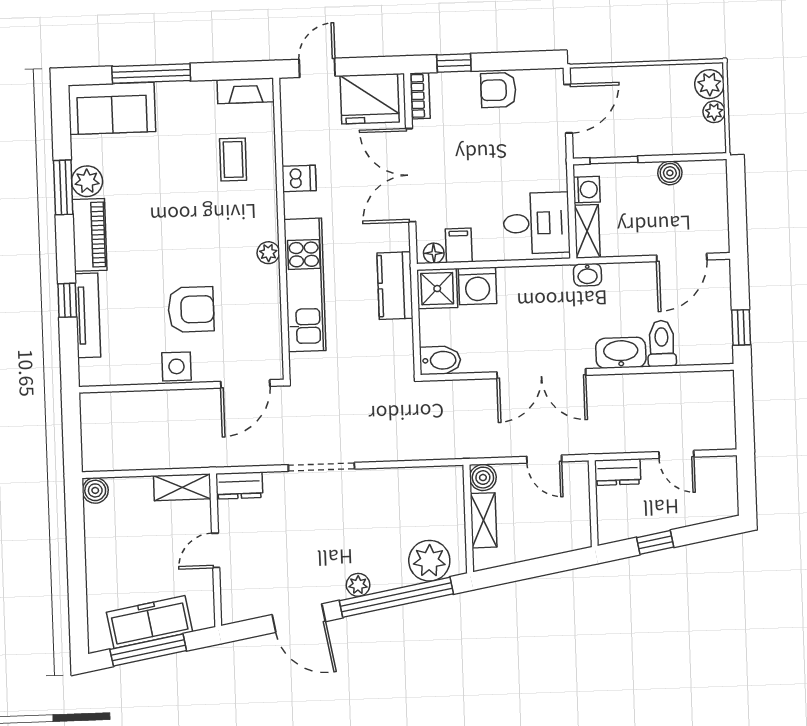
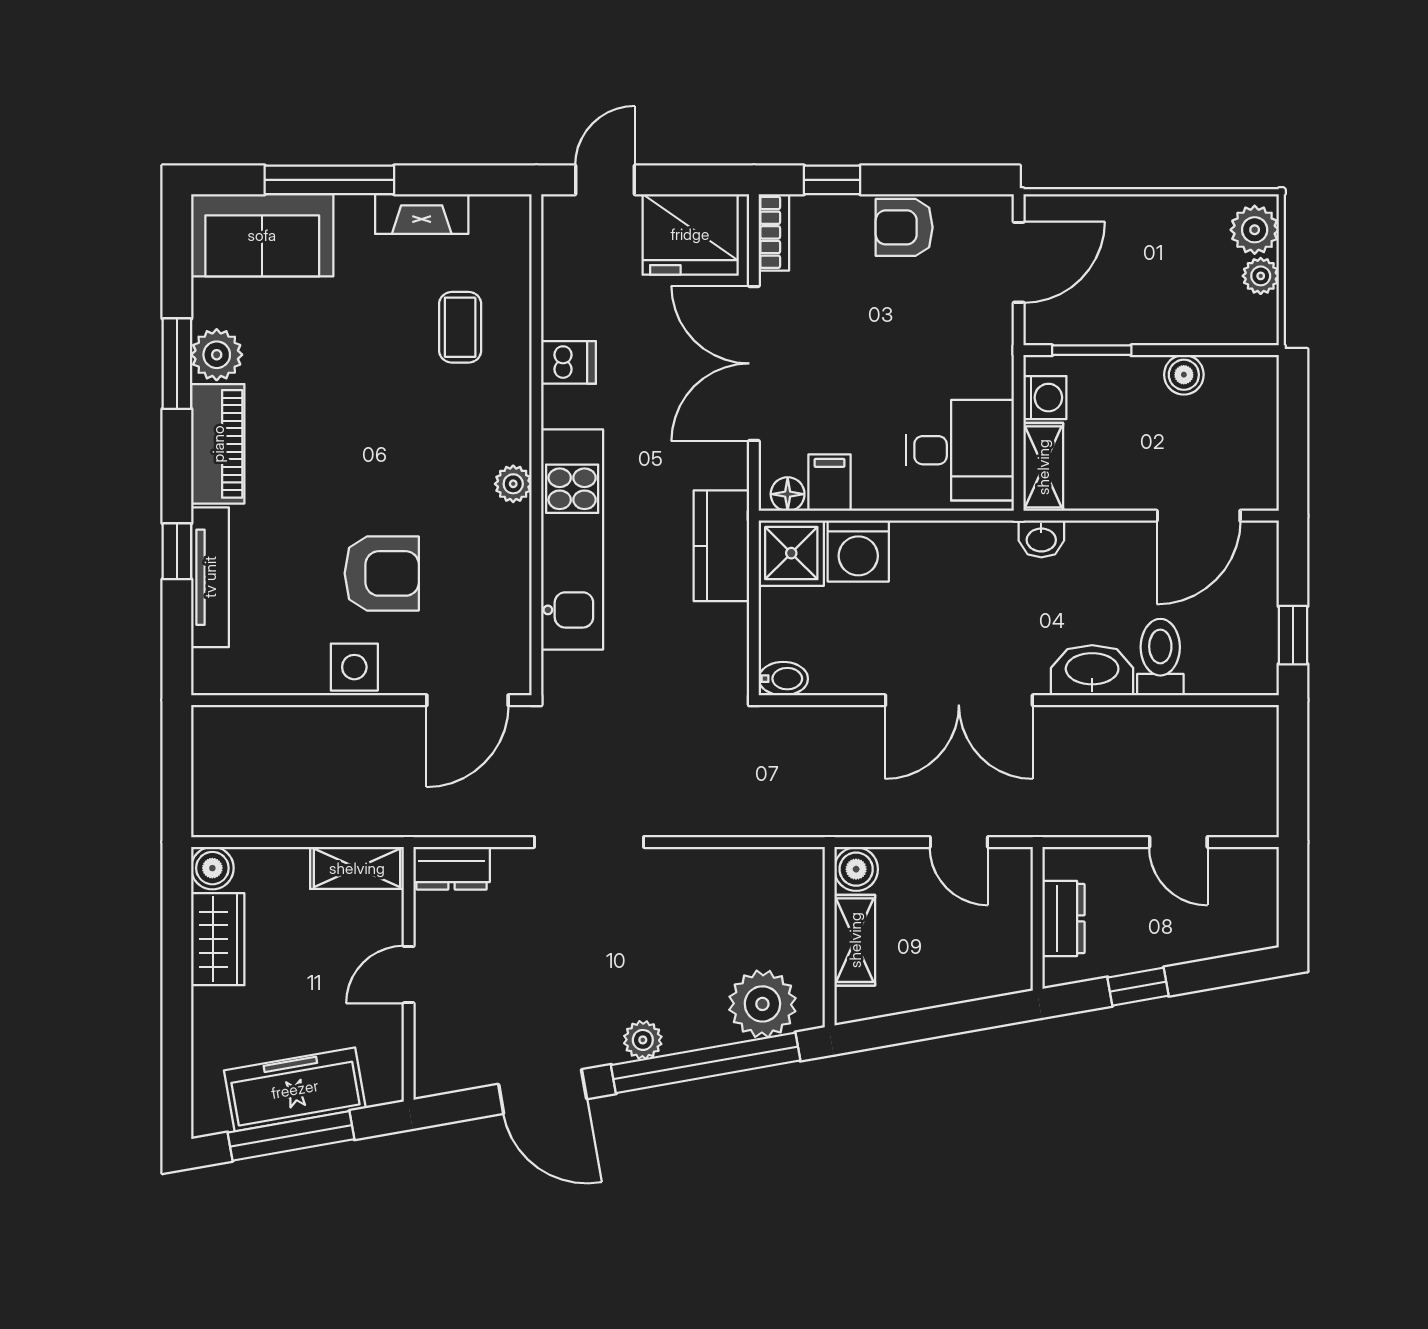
fireplace: (246, 91) -> (422, 214), moved
bidet: (440, 360) -> (783, 679), width x0.72, depth x0.74
dresser: (618, 472) -> (1063, 918), moved, turned -90
wardrobe: (100, 533) -> (218, 939), added

